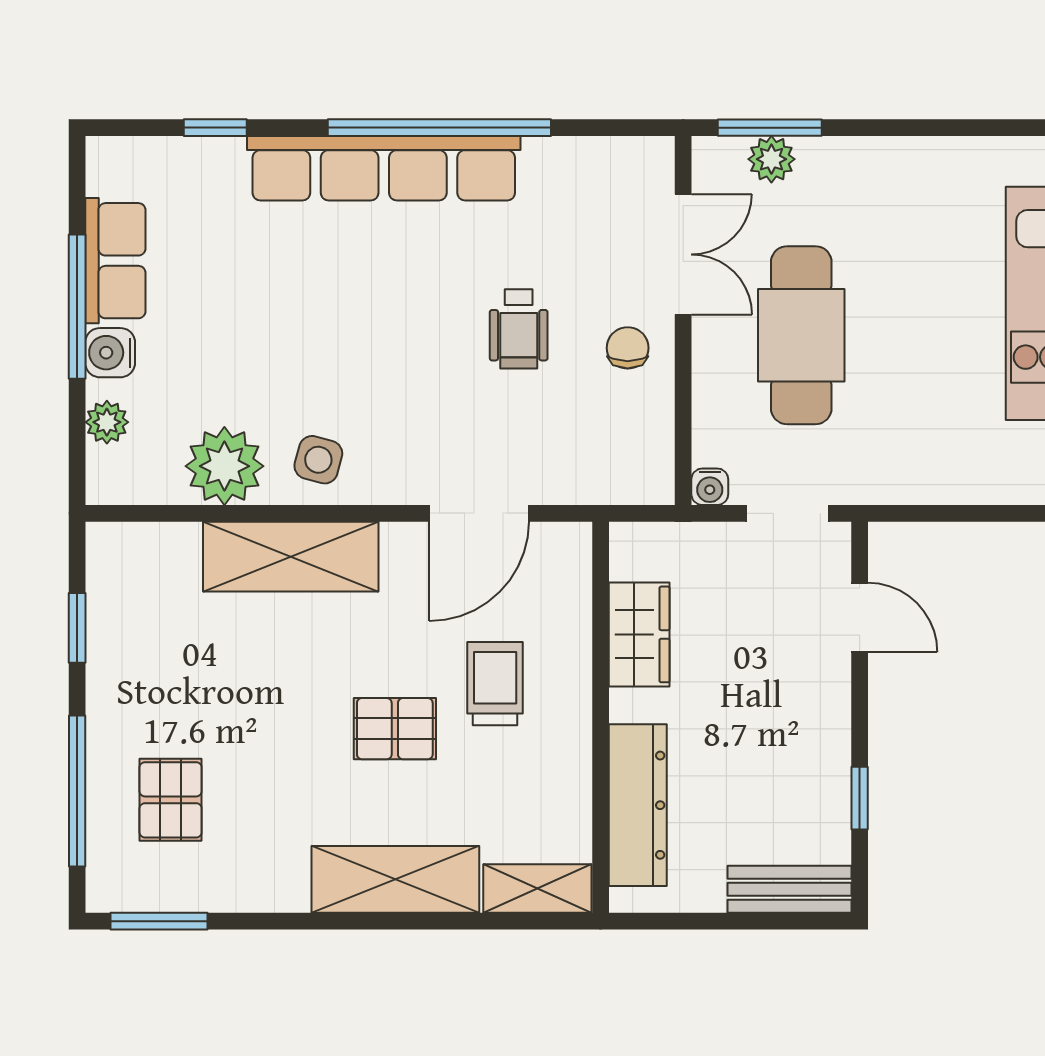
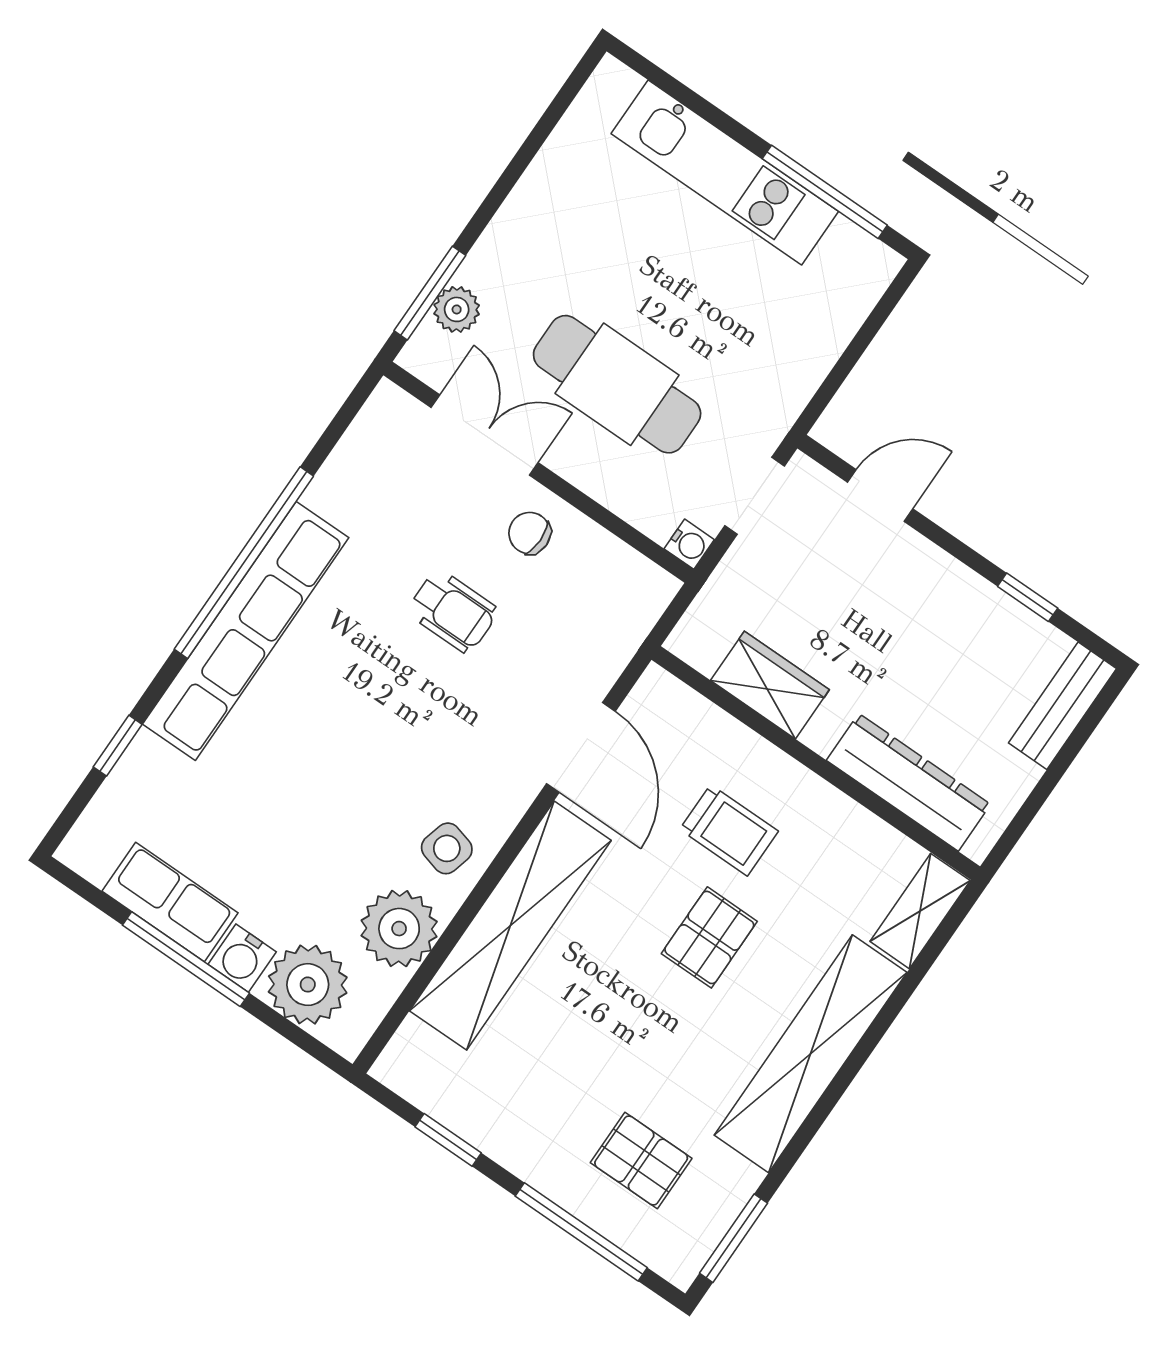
plant: (107, 422) -> (308, 985), width x1.87, depth x1.87
shelving: (291, 557) -> (510, 926), width x1.47
trolley: (495, 684) -> (729, 830), turned 180
shelving: (395, 879) -> (811, 1054), width x1.47

